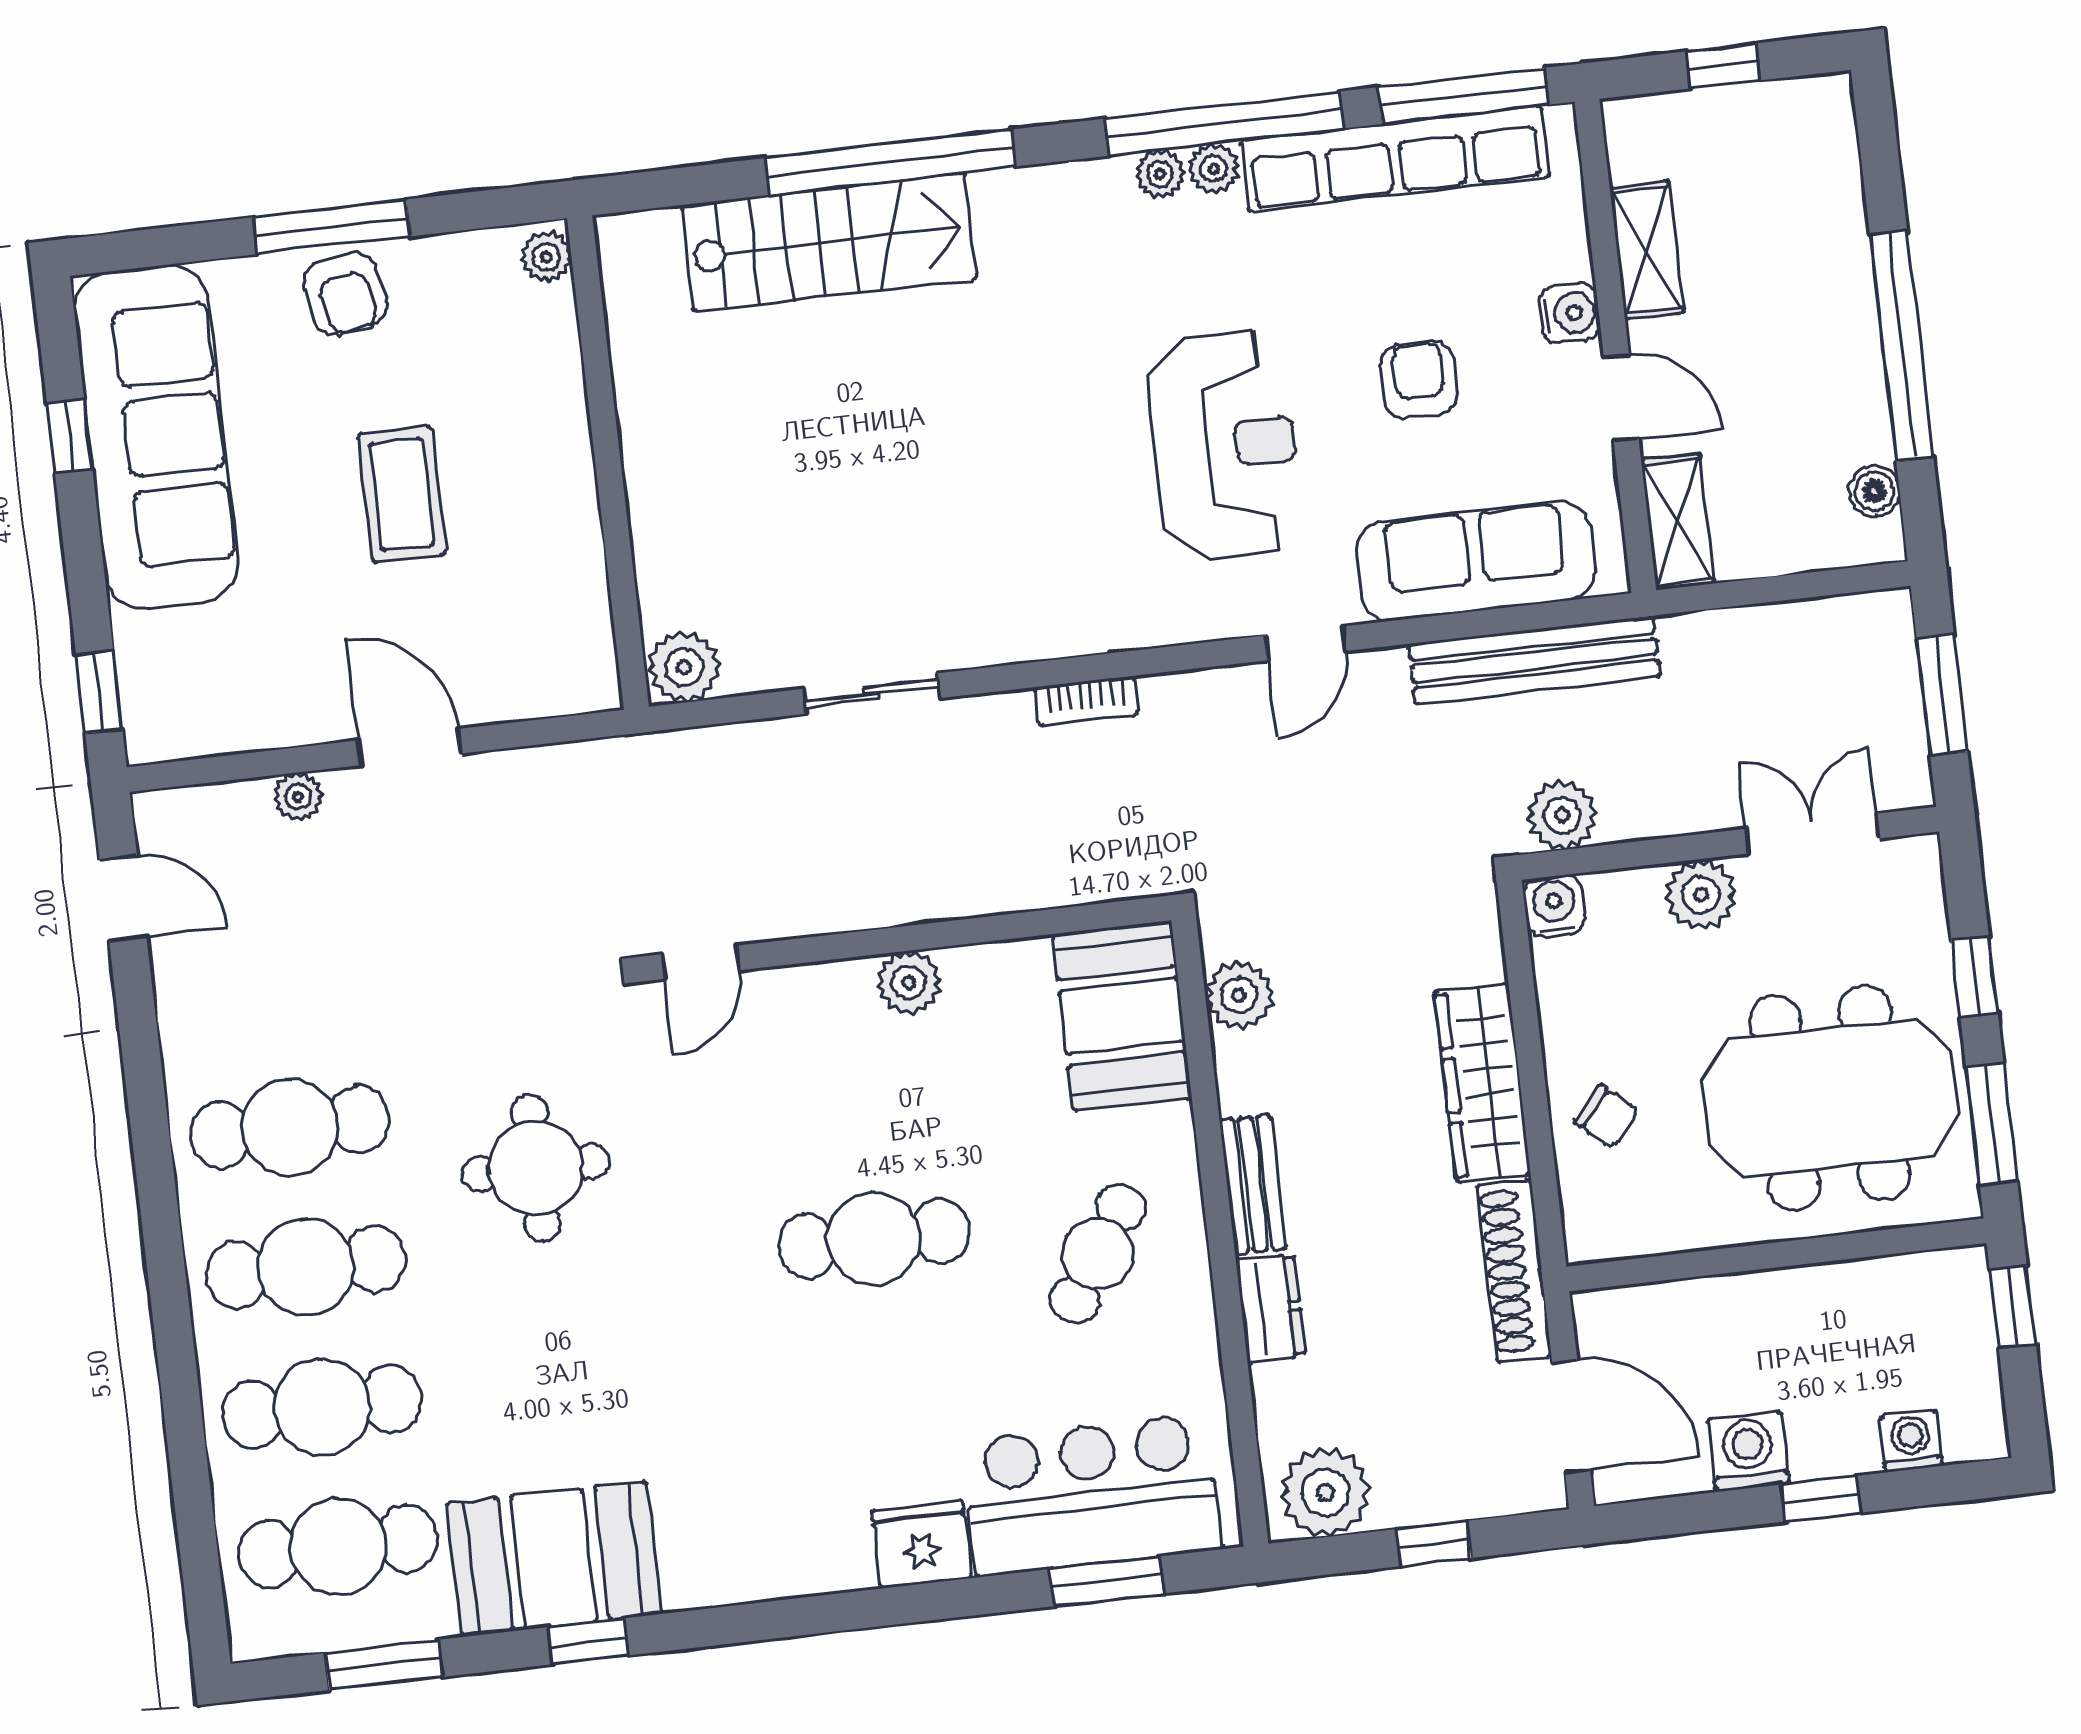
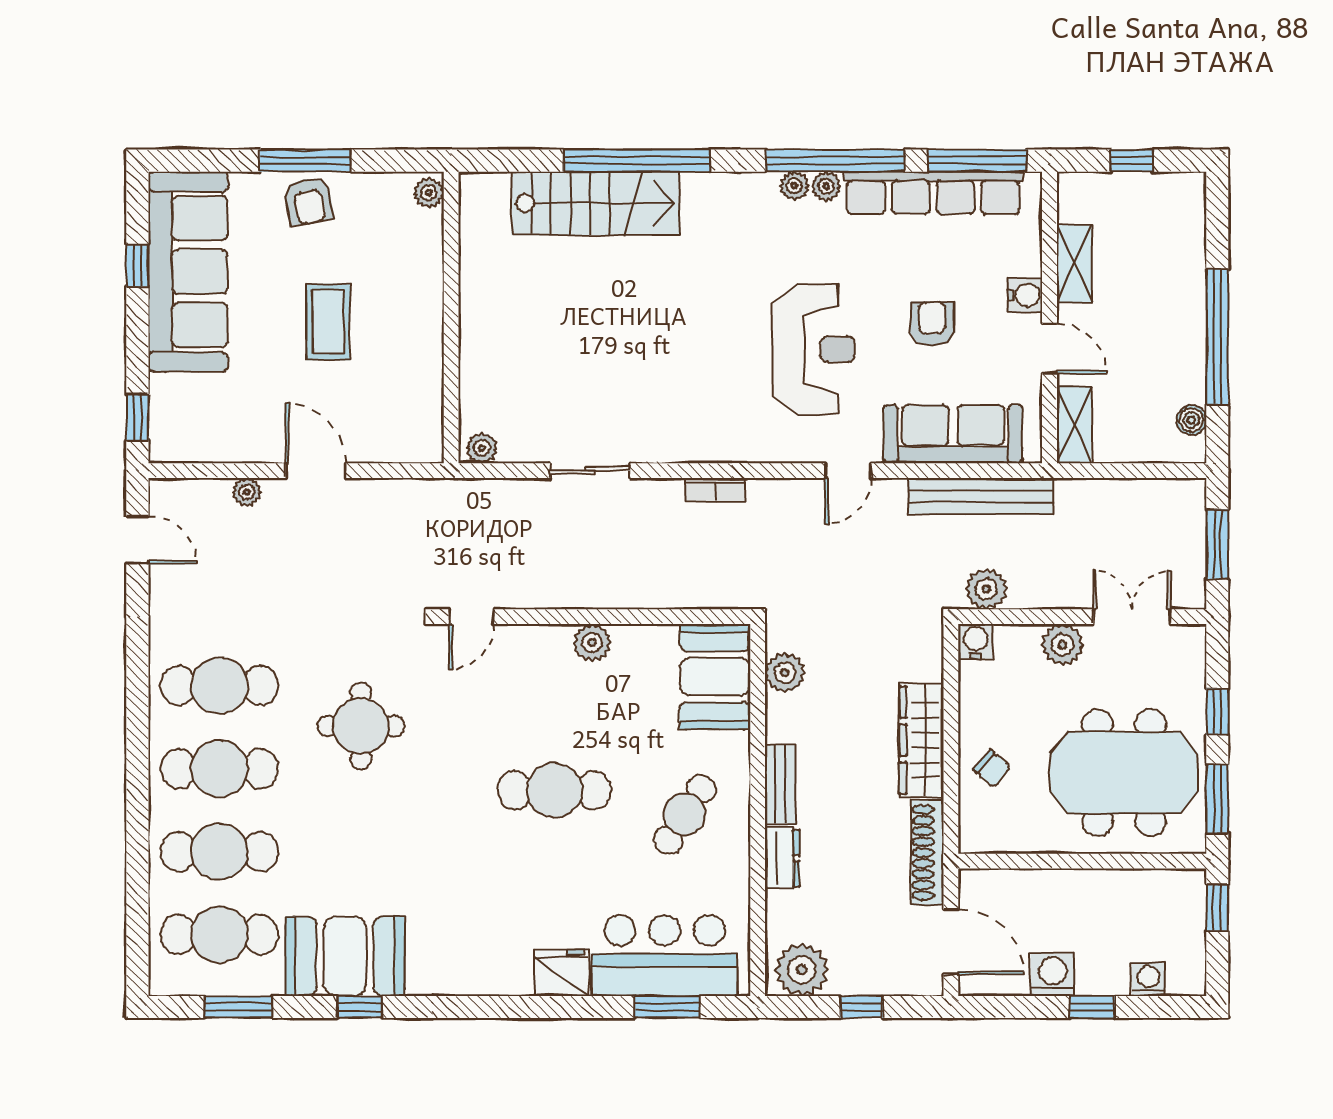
plant: (684, 667) -> (482, 448), width x0.73, depth x0.73

